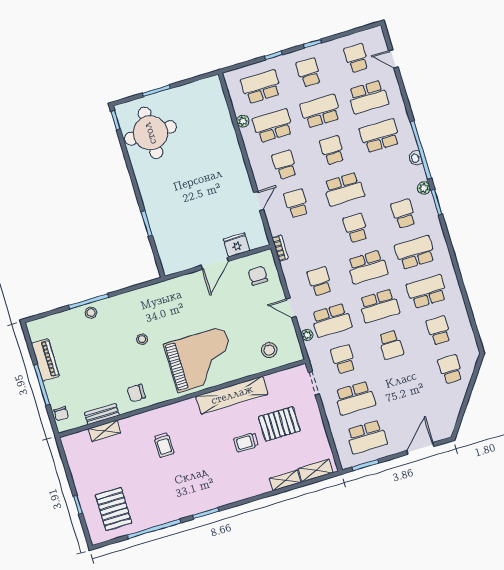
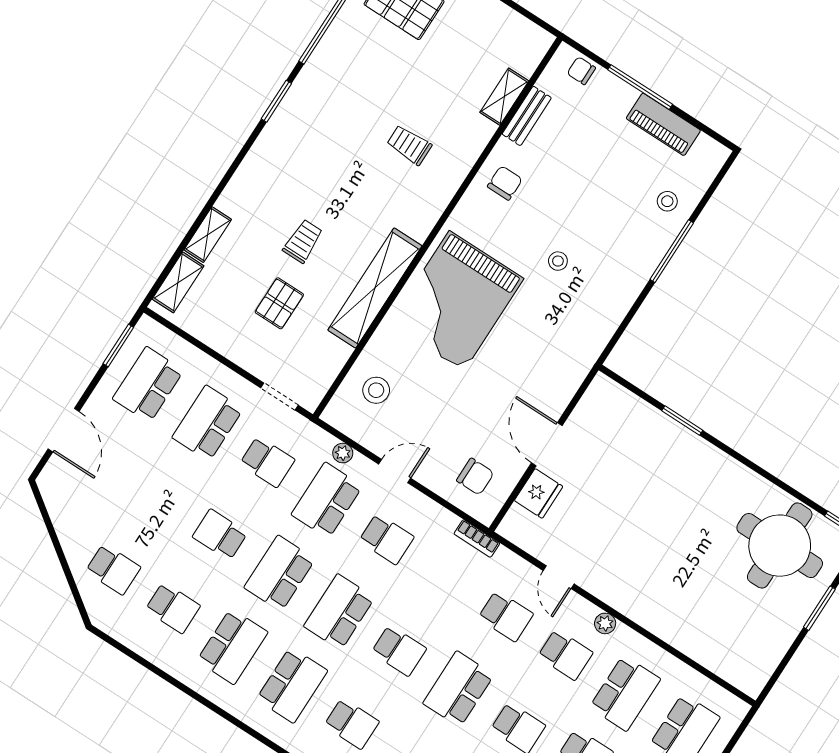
plant: (243, 121) -> (605, 623), moved
stool: (91, 313) -> (667, 201), moved
pallet: (279, 424) -> (279, 303), width x0.67, depth x0.71

